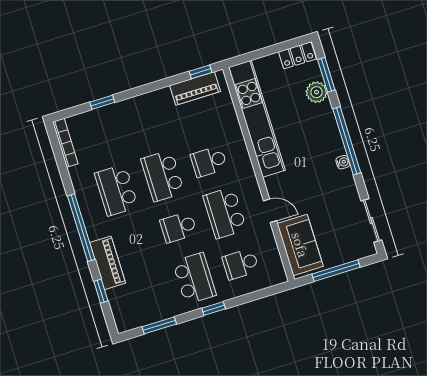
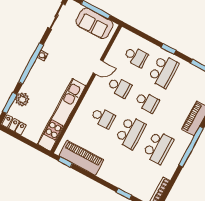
piano: (195, 88) -> (81, 158), width x1.37, depth x1.33
door: (270, 211) -> (98, 67), swing flipped
school desk: (225, 213) -> (119, 87), width x0.54
sofa: (300, 245) -> (94, 23), moved, turned -90
school desk: (194, 278) -> (163, 71), turned 180

